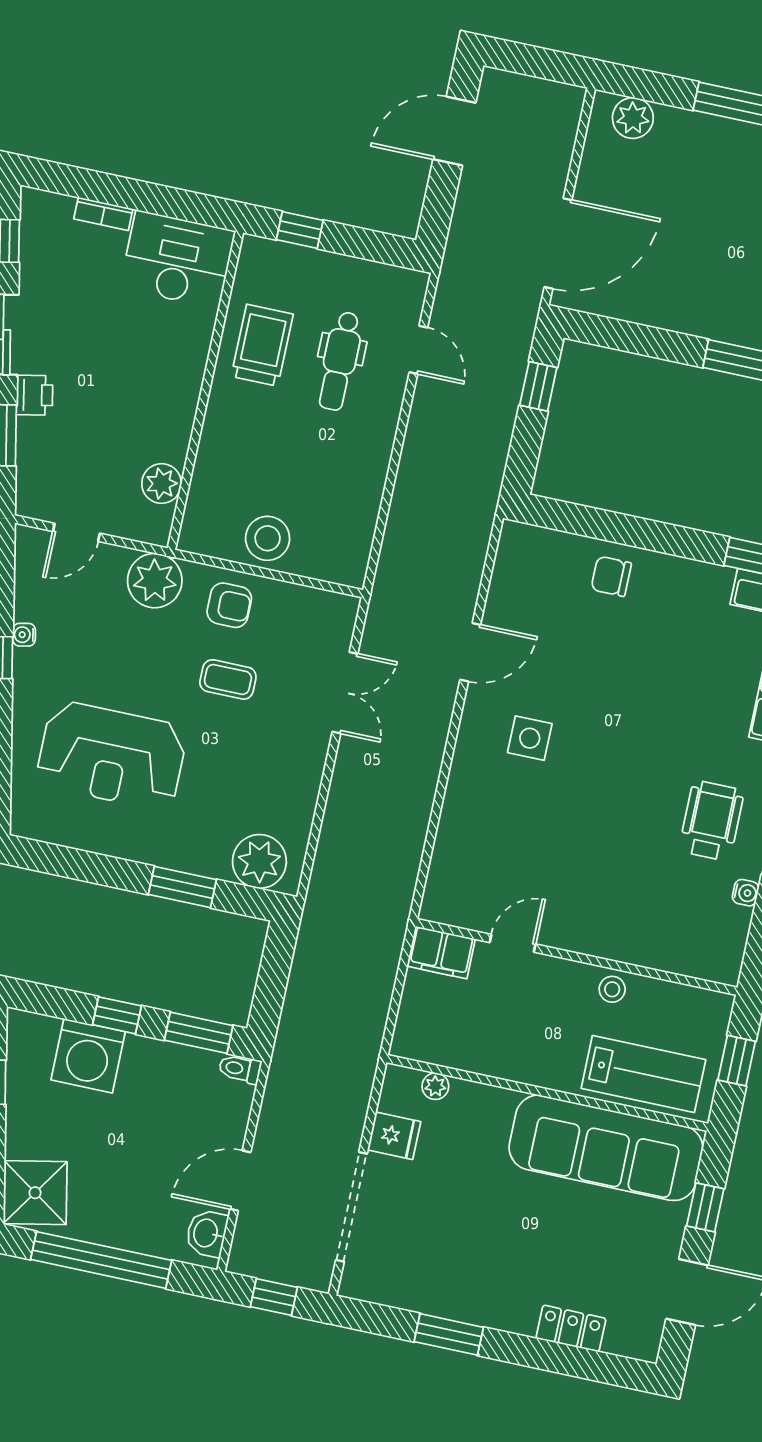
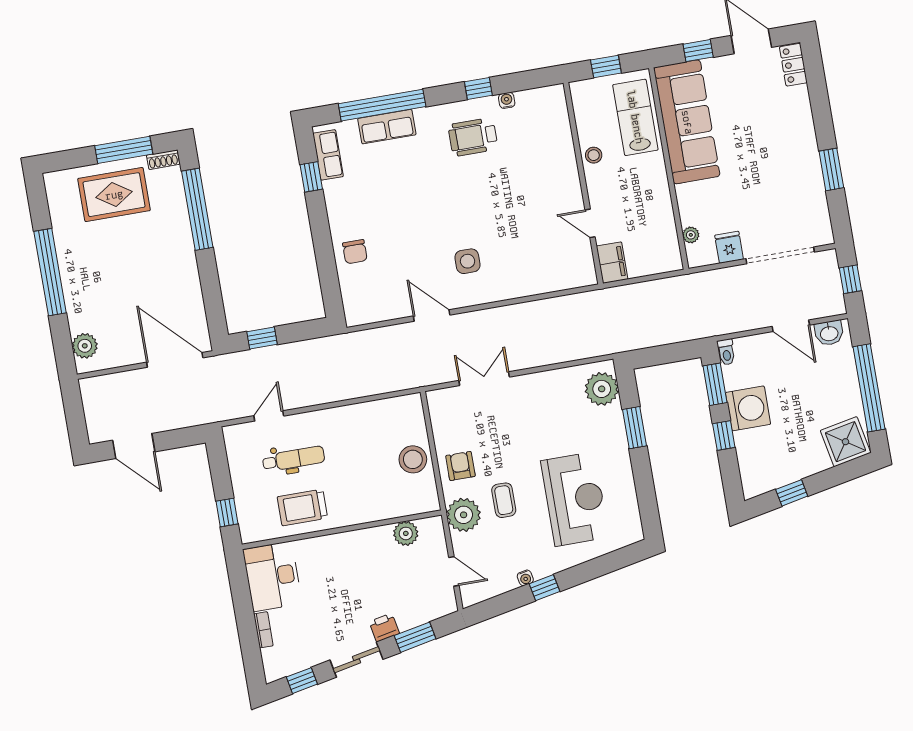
coffee table: (228, 679) -> (504, 500), moved
washing machine: (88, 1056) -> (748, 408), moved
locker: (571, 1328) -> (793, 65), moved

